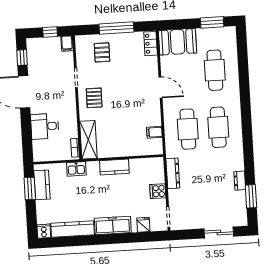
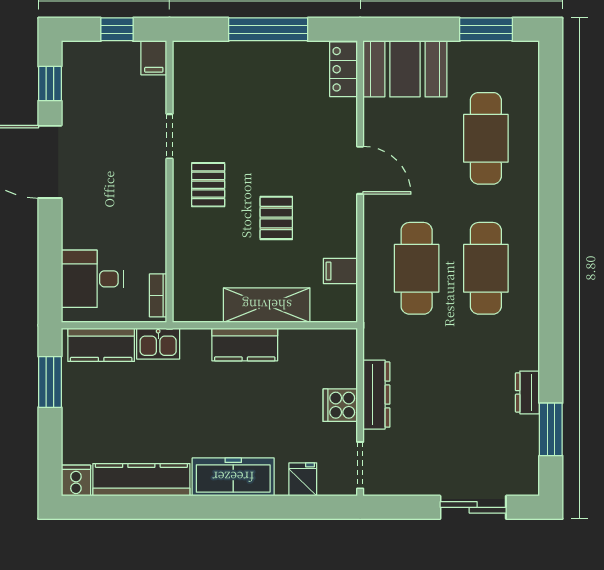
pallet: (102, 52) -> (276, 218), moved
desk: (45, 126) -> (92, 279), moved
shelving: (88, 140) -> (267, 305), moved, turned 90
dresser: (173, 173) -> (376, 395), moved
kitchen counter: (42, 185) -> (101, 345), moved, turned 90

